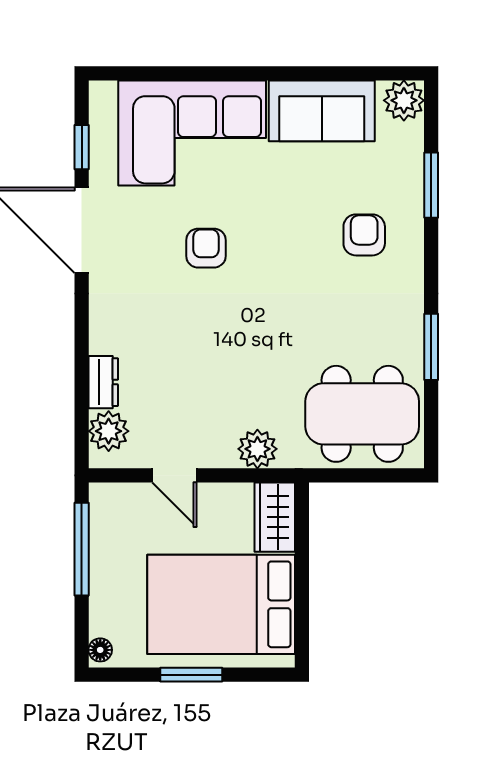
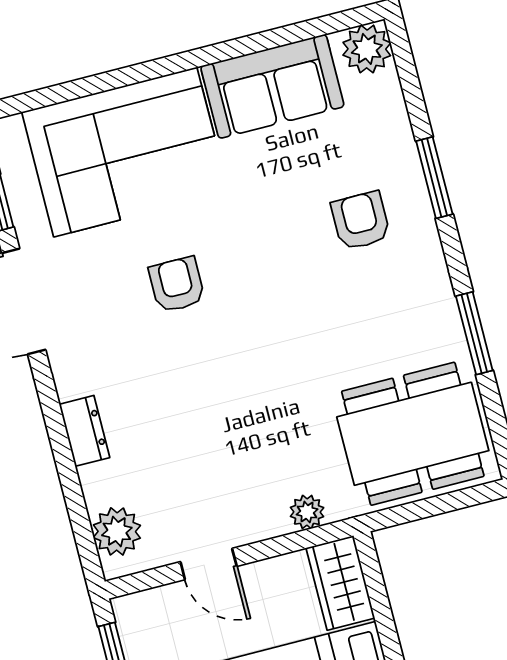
window: (431, 185) -> (434, 178), moved
dresser: (103, 382) -> (84, 431), moved
plant: (257, 449) -> (307, 512), width x0.73, depth x0.73

